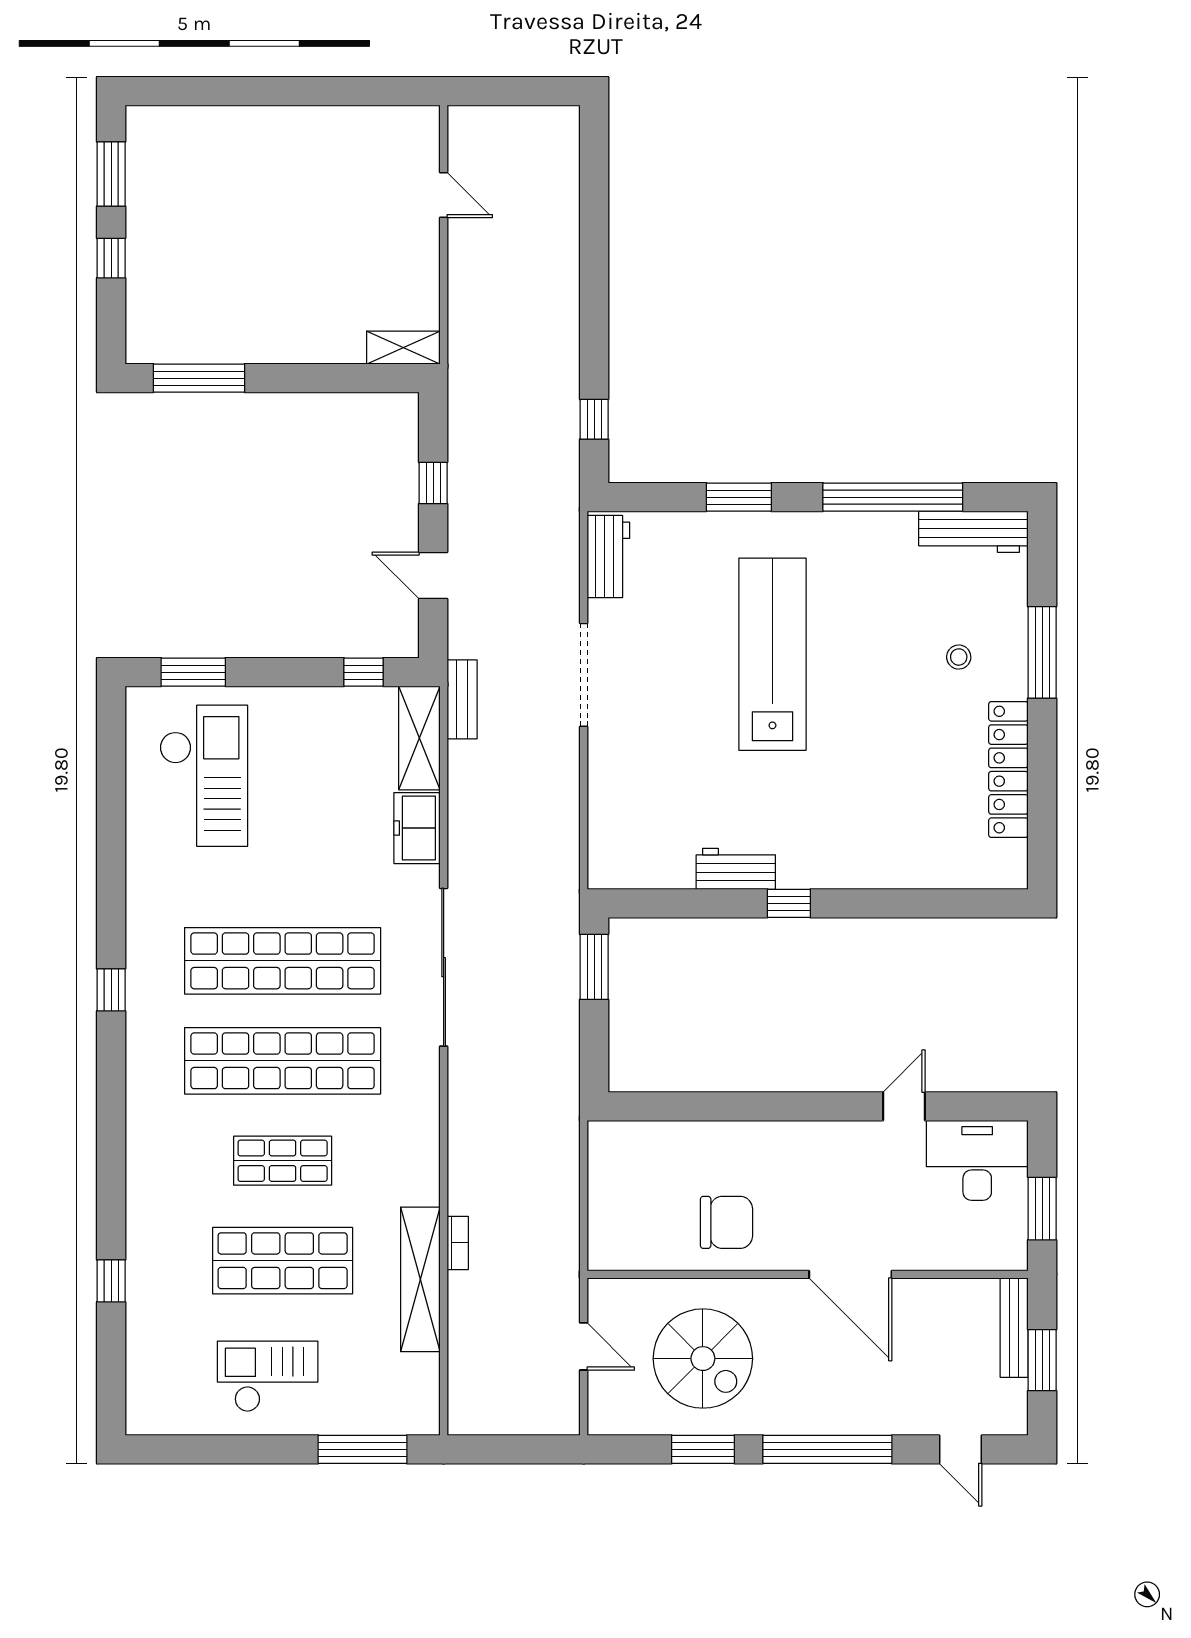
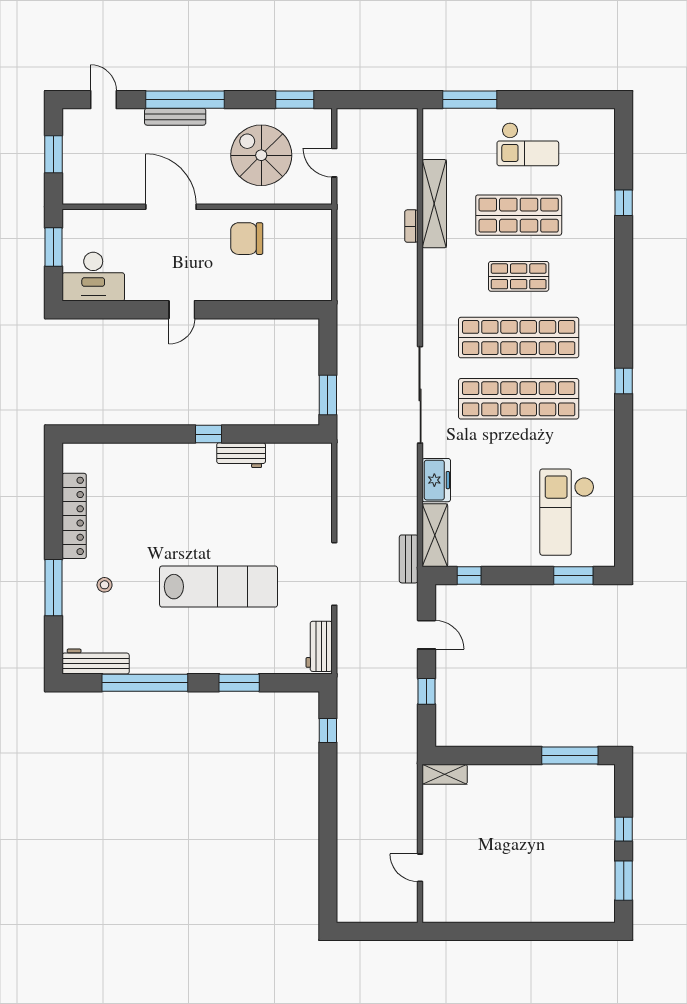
lab bench: (772, 654) -> (219, 587), turned -90
door: (904, 1106) -> (182, 310), moved
bench: (1014, 1328) -> (175, 117), moved, turned 90
window: (703, 1449) -> (295, 100), moved

